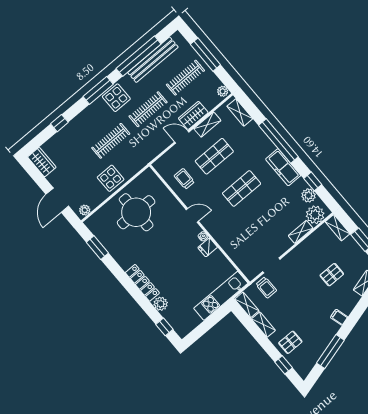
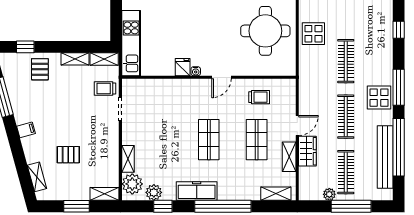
plant: (223, 91) -> (329, 194), moved
pallet: (332, 275) -> (68, 155), turned 90

